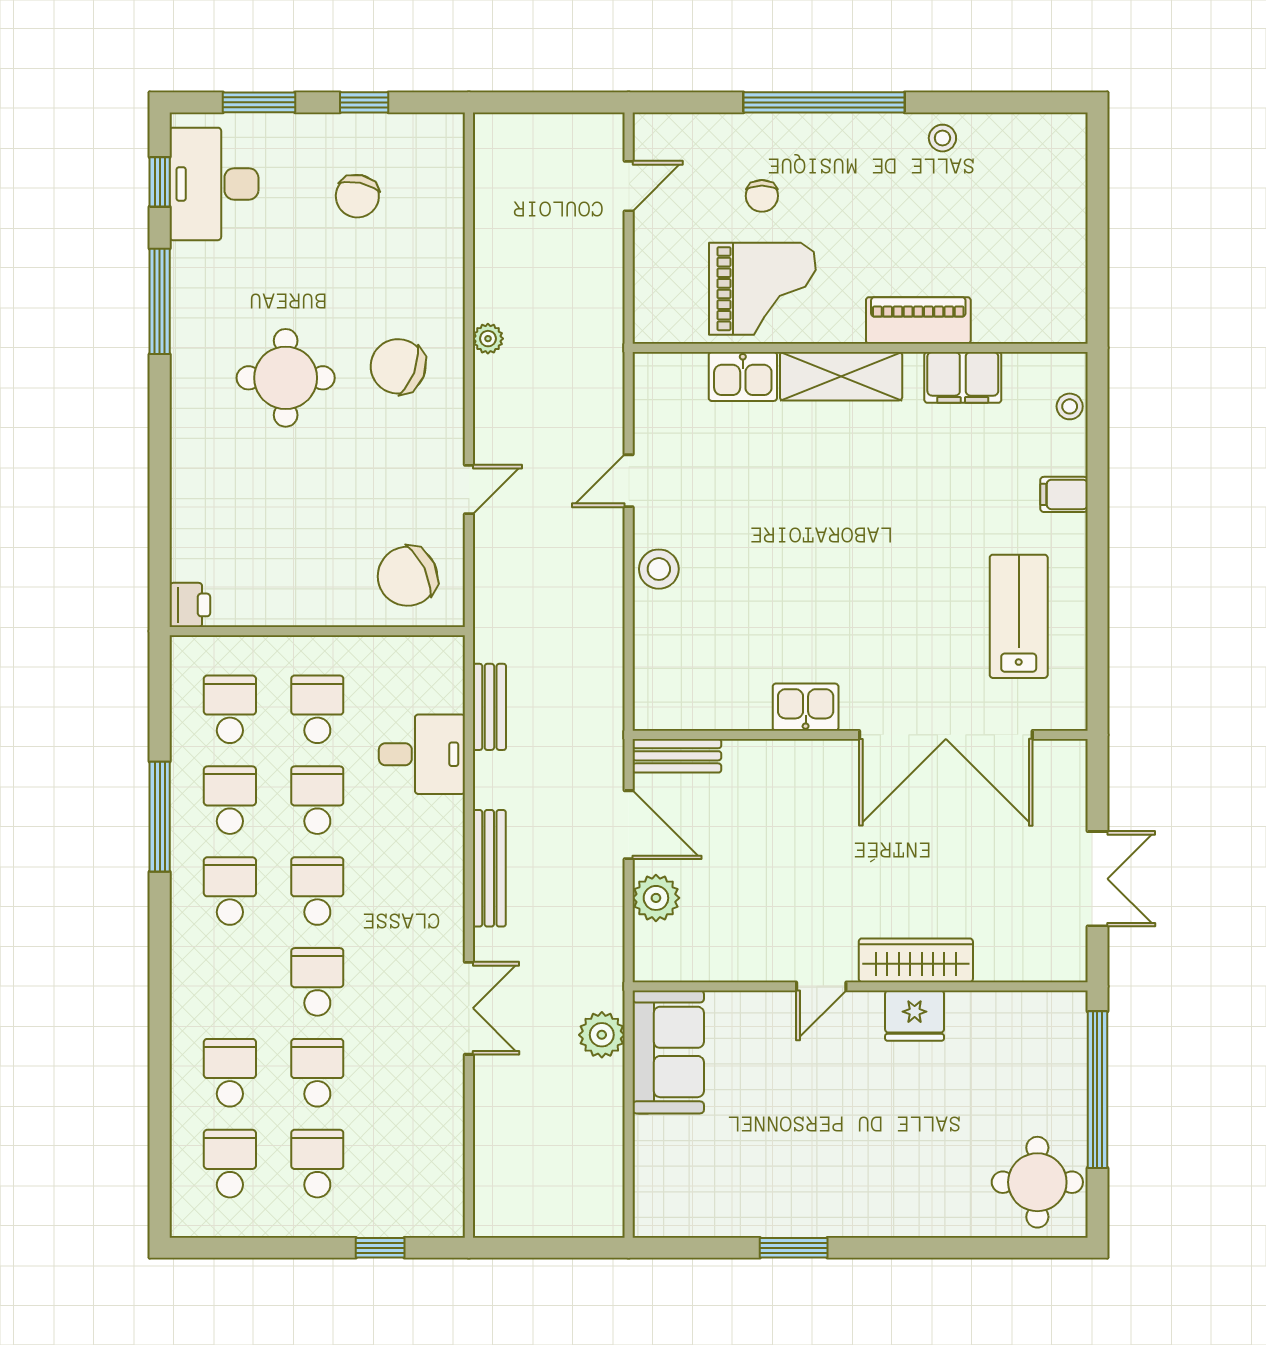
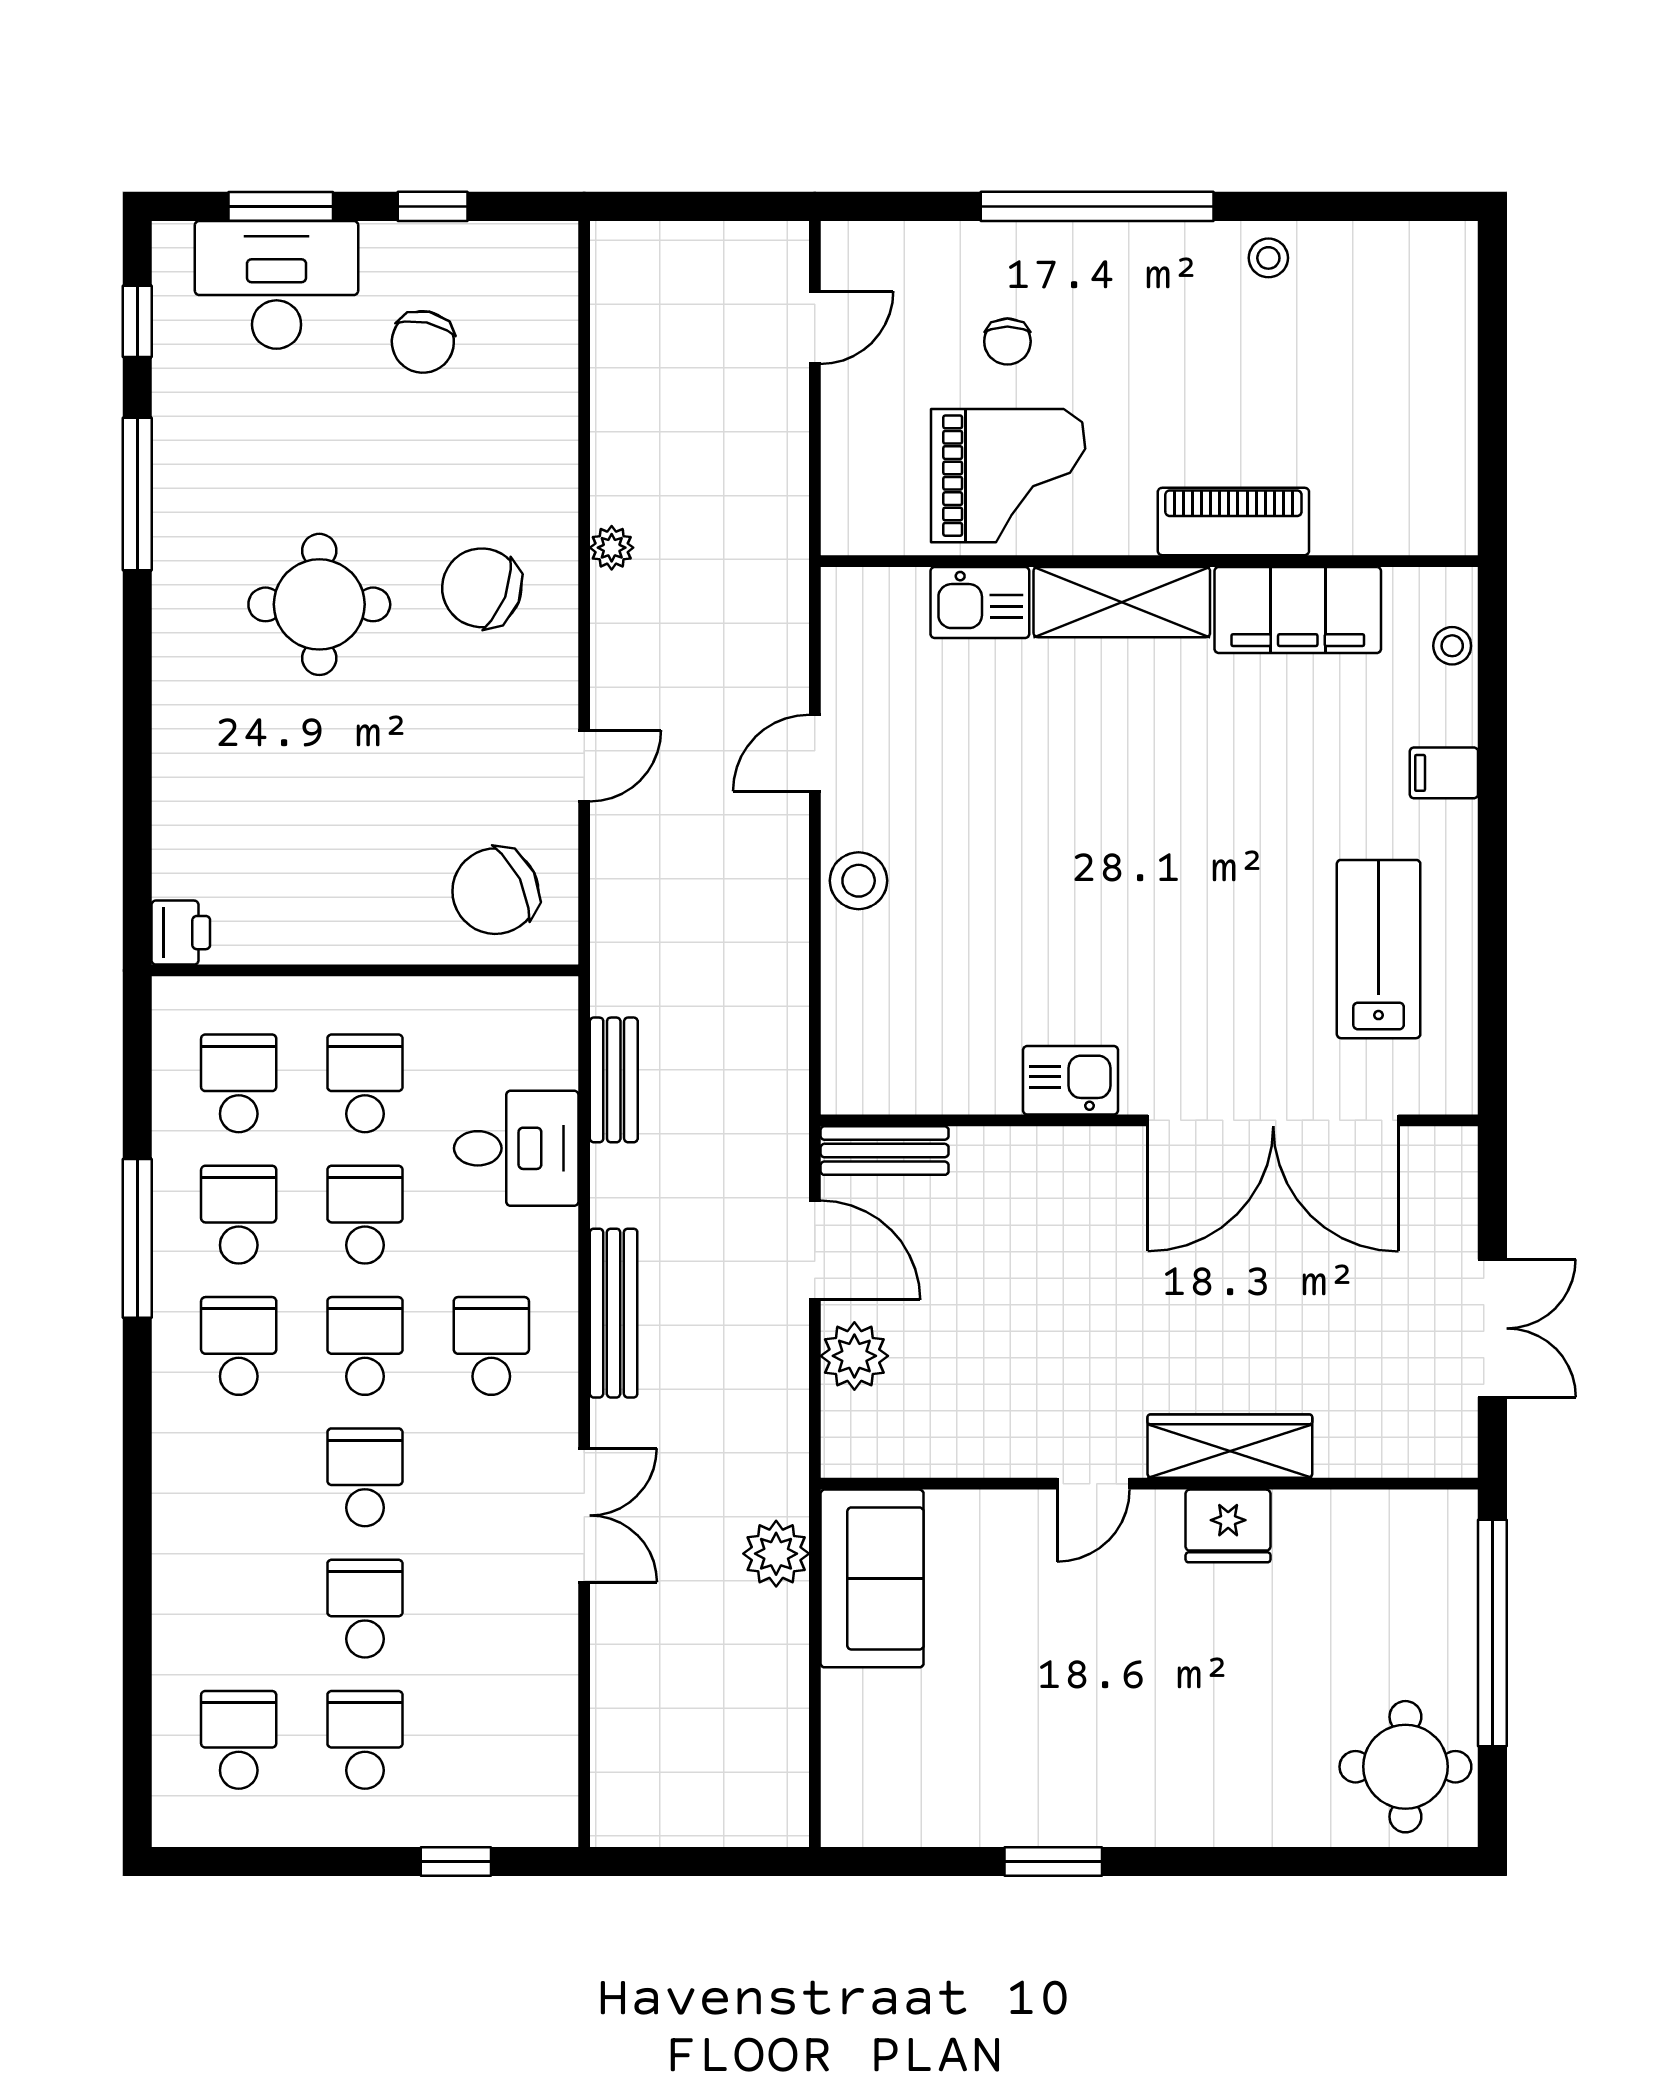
desk: (214, 184) -> (277, 285), moved, turned 90
filing cabinet: (963, 377) -> (1298, 610), width x1.50, depth x1.17
school desk: (230, 1073) -> (491, 1346), moved

